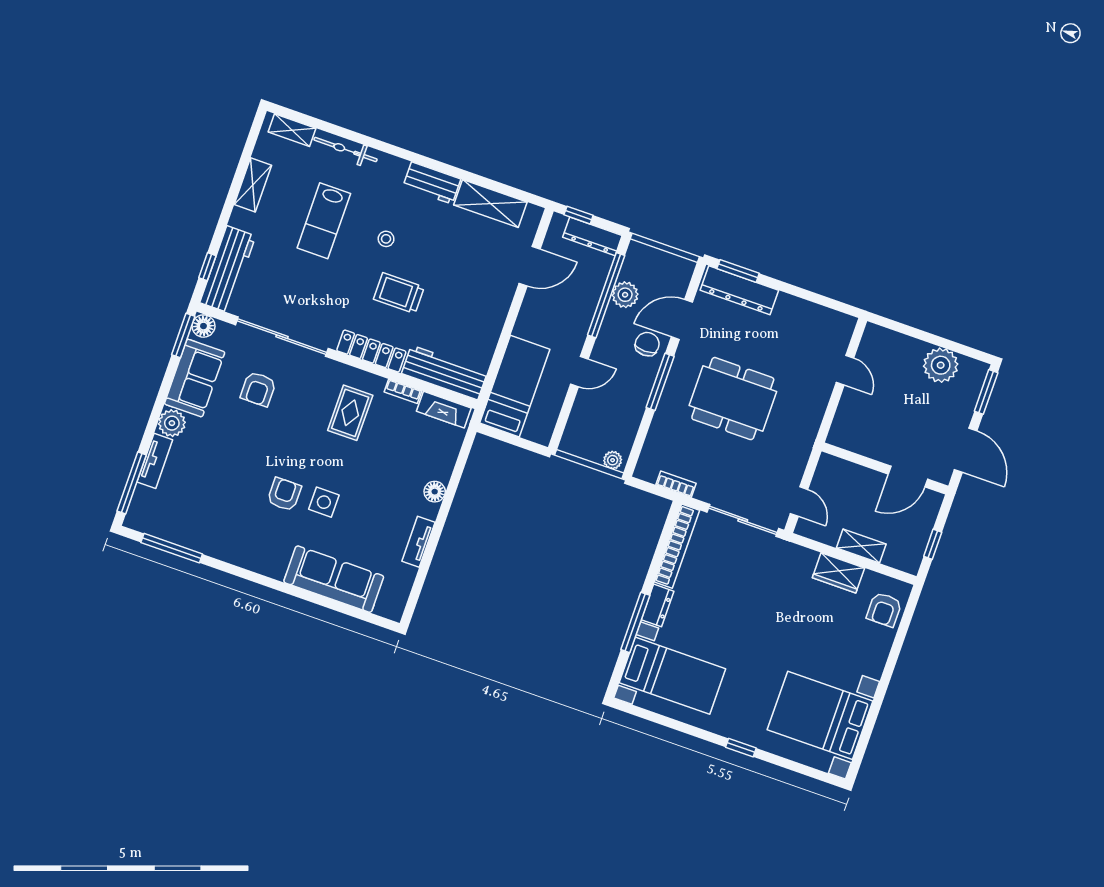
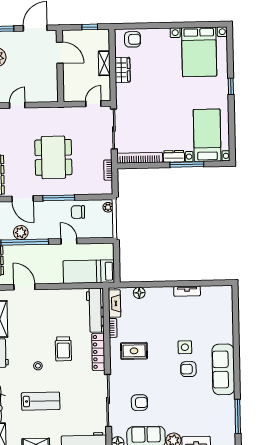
chair: (647, 344) -> (78, 212), moved
floor lamp: (435, 492) -> (139, 293), moved
sofa: (334, 579) -> (223, 369), moved

